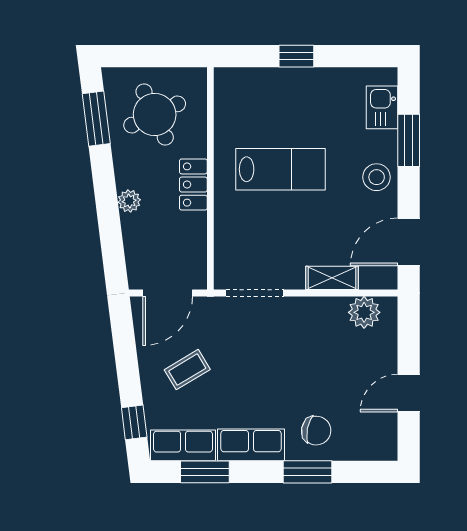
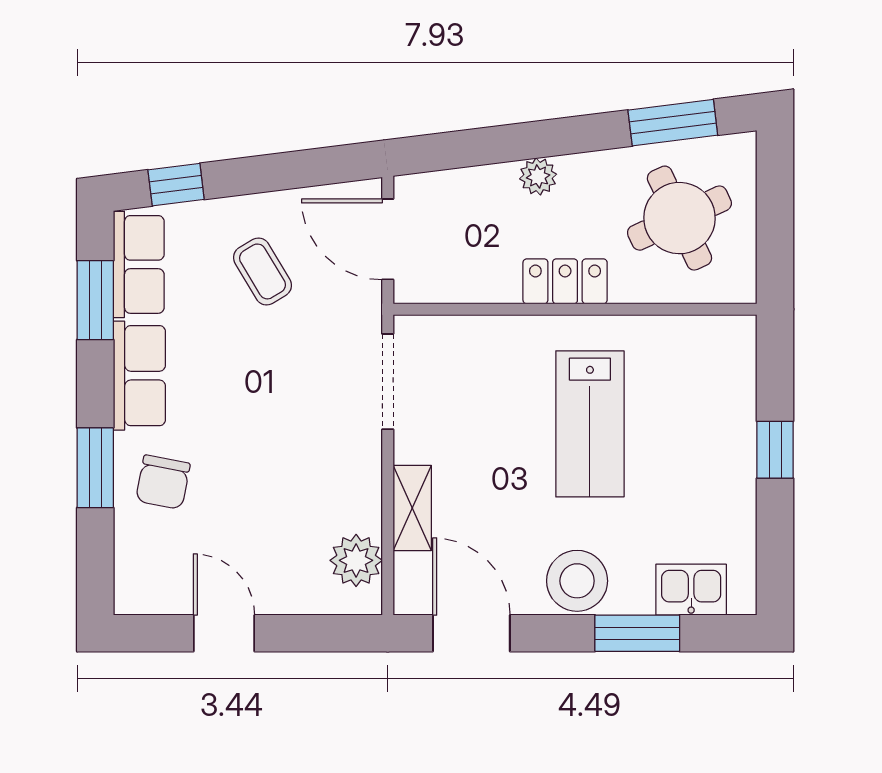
stool: (377, 177) -> (577, 581), width x1.38, depth x1.38

